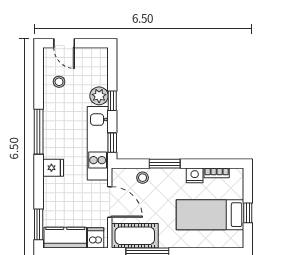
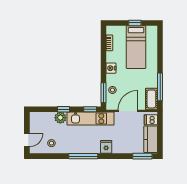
window: (165, 164) -> (104, 93), moved
nightstand: (195, 175) -> (111, 68), moved
cot: (135, 236) -> (151, 99), width x0.73, depth x0.75

